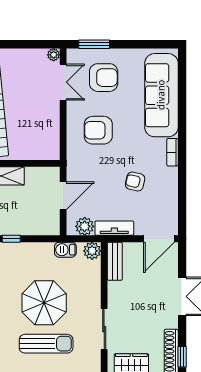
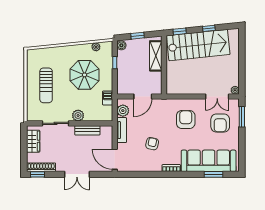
window: (182, 88) -> (213, 174), added
door: (63, 196) -> (143, 97), hinge flipped
plant: (92, 251) -> (78, 115), moved
bench: (115, 261) -> (87, 130), moved
parasol: (44, 303) -> (85, 75), moved

